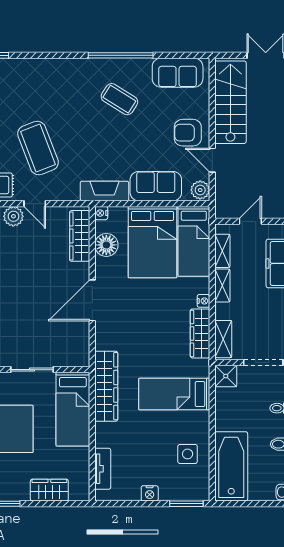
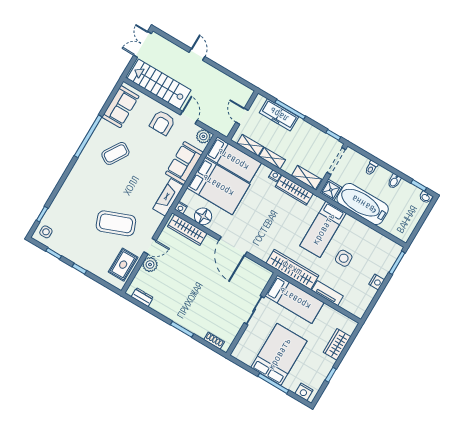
door: (212, 160) -> (189, 117), swing flipped
side table: (188, 454) -> (344, 258), moved
bathtub: (231, 466) -> (363, 204), moved
tv unit: (103, 469) -> (327, 293), moved

